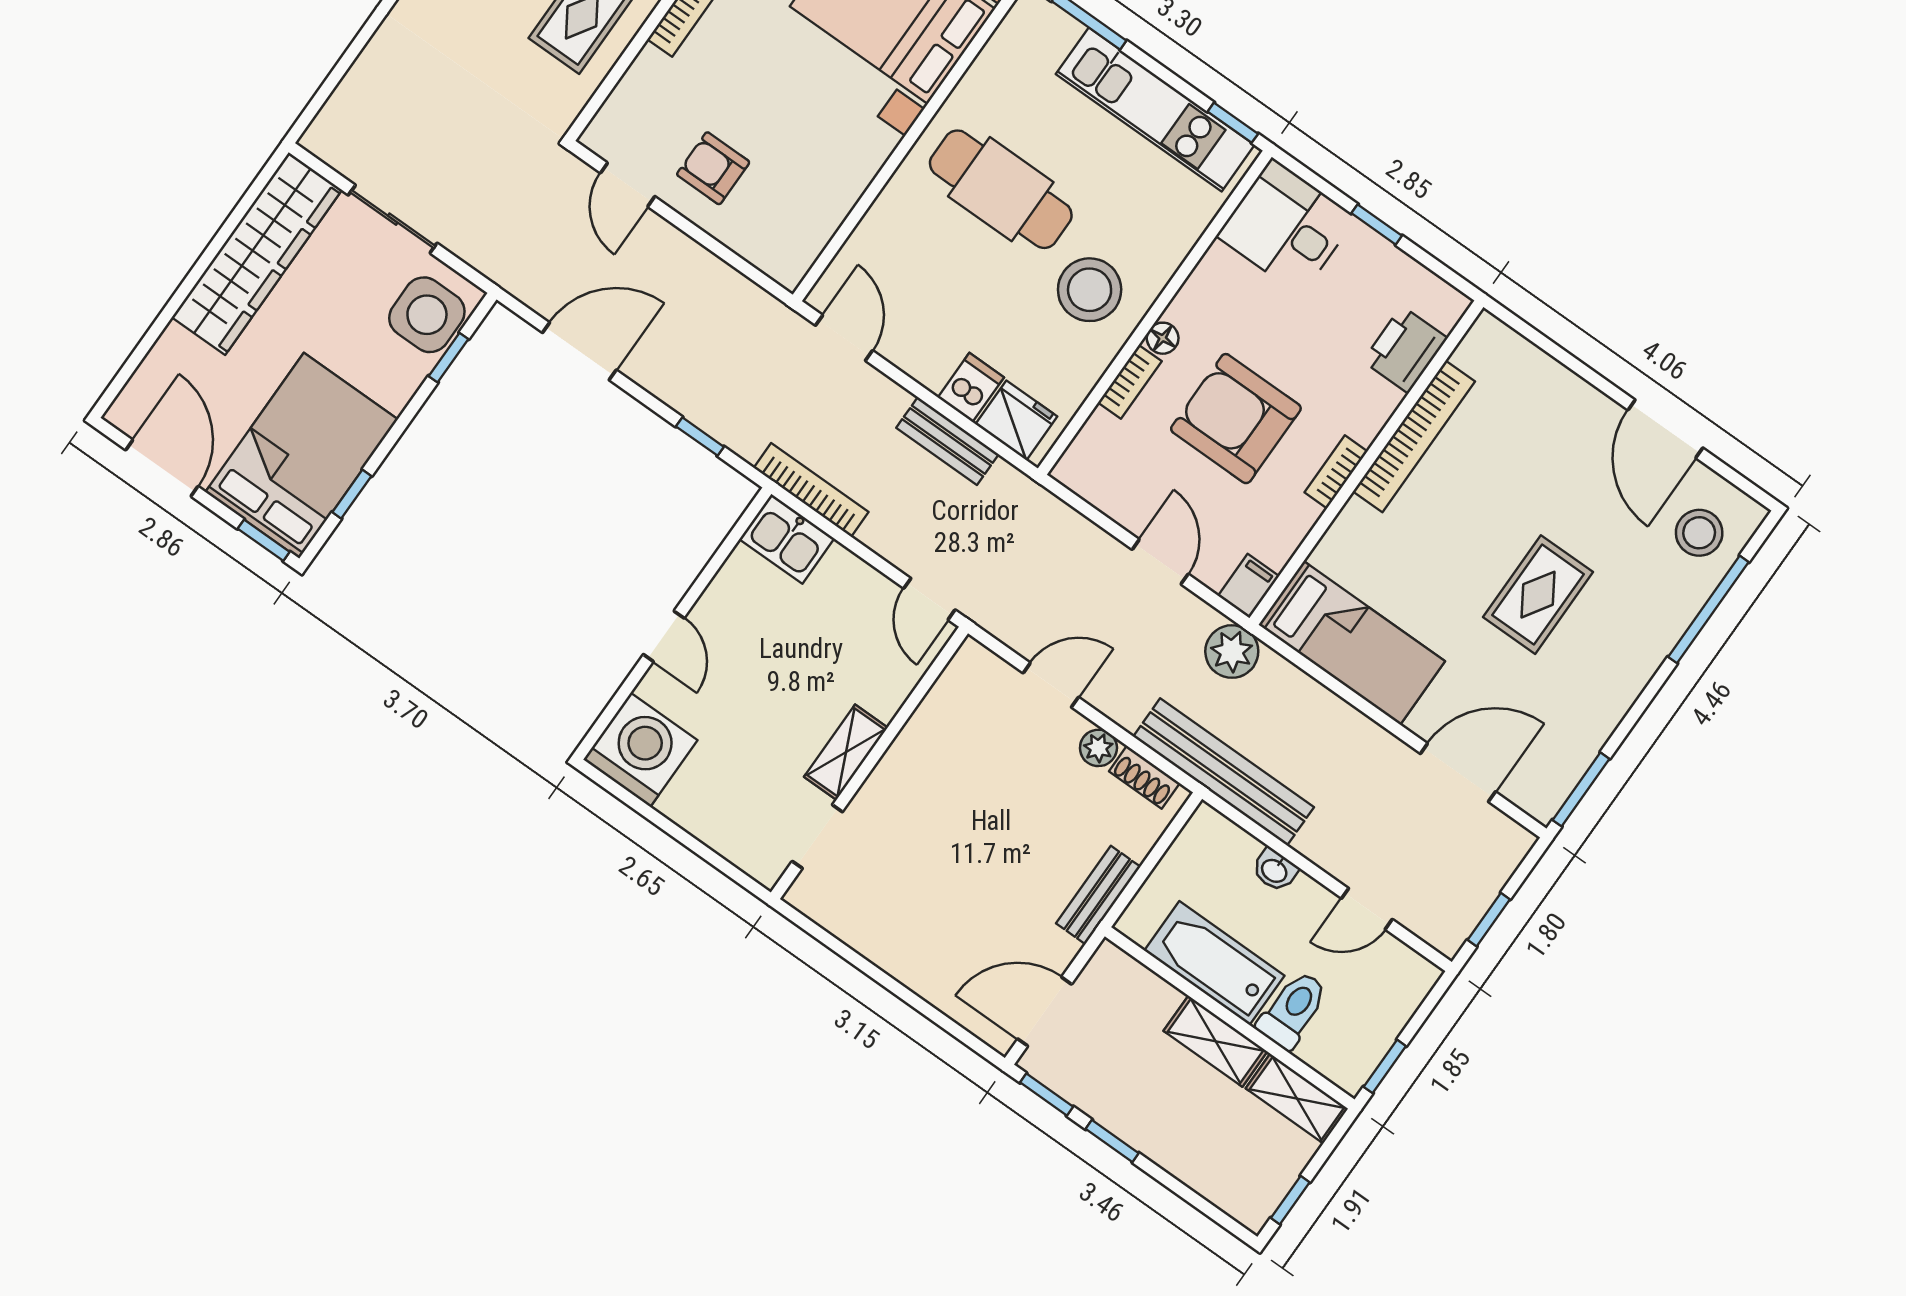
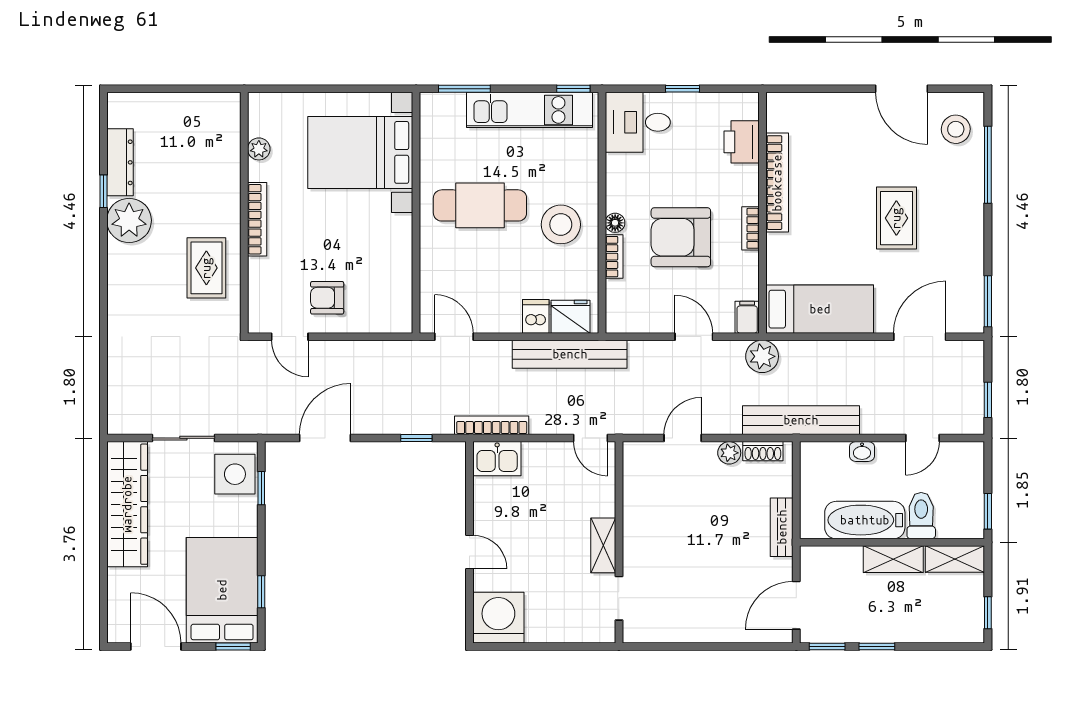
bench: (947, 441) -> (570, 354), width x1.86, depth x1.21

